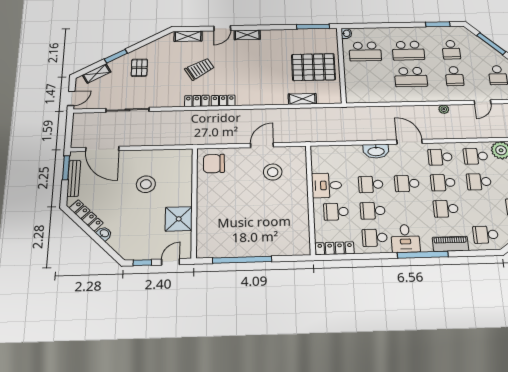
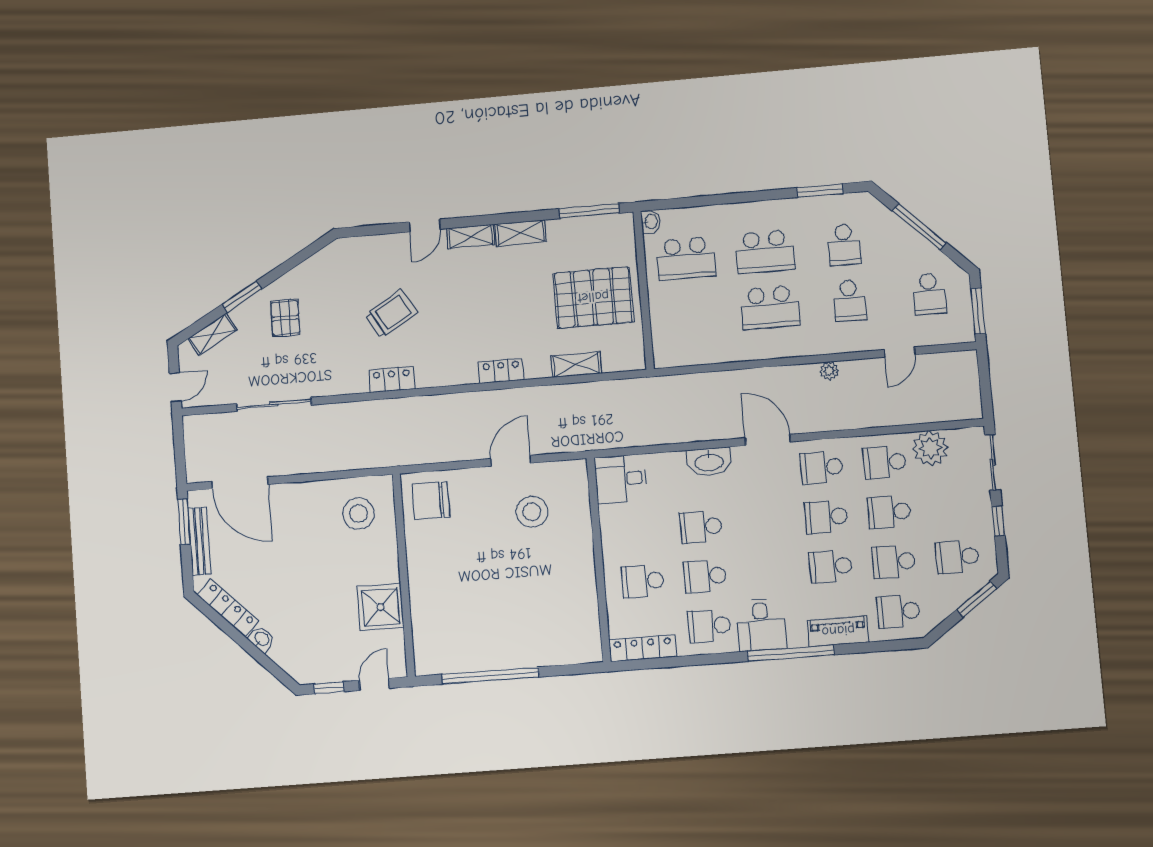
shelving: (188, 36) -> (520, 233), moved
locker: (223, 101) -> (501, 371), moved
school desk: (407, 183) -> (894, 562), moved
stool: (146, 184) -> (358, 513), moved
desk: (327, 185) -> (621, 479), moved

